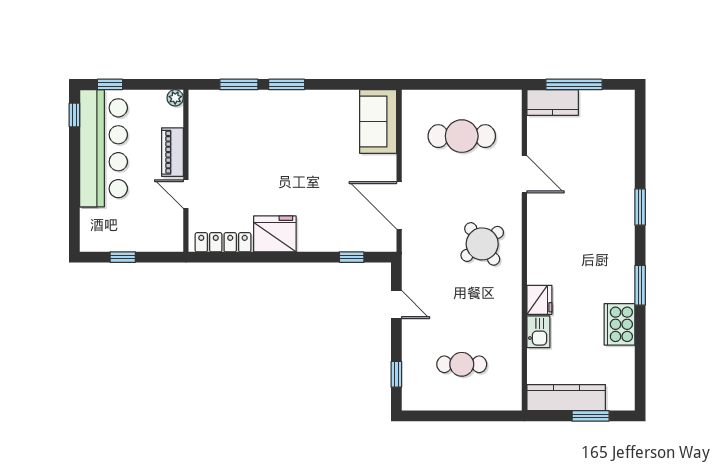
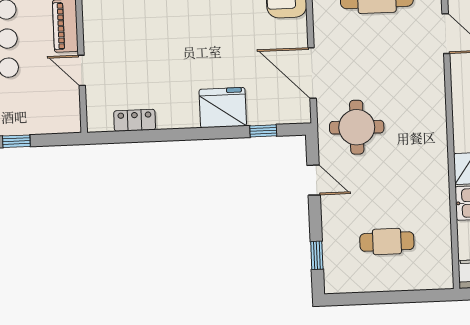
fridge: (275, 234) -> (223, 108), moved
locker: (223, 242) -> (135, 120), width x0.66
round table: (482, 244) -> (357, 127), moved, turned 38

